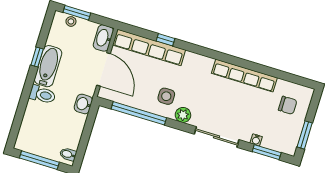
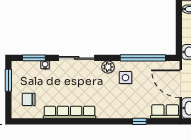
row of seats: (149, 47) -> (165, 112), width x0.50

